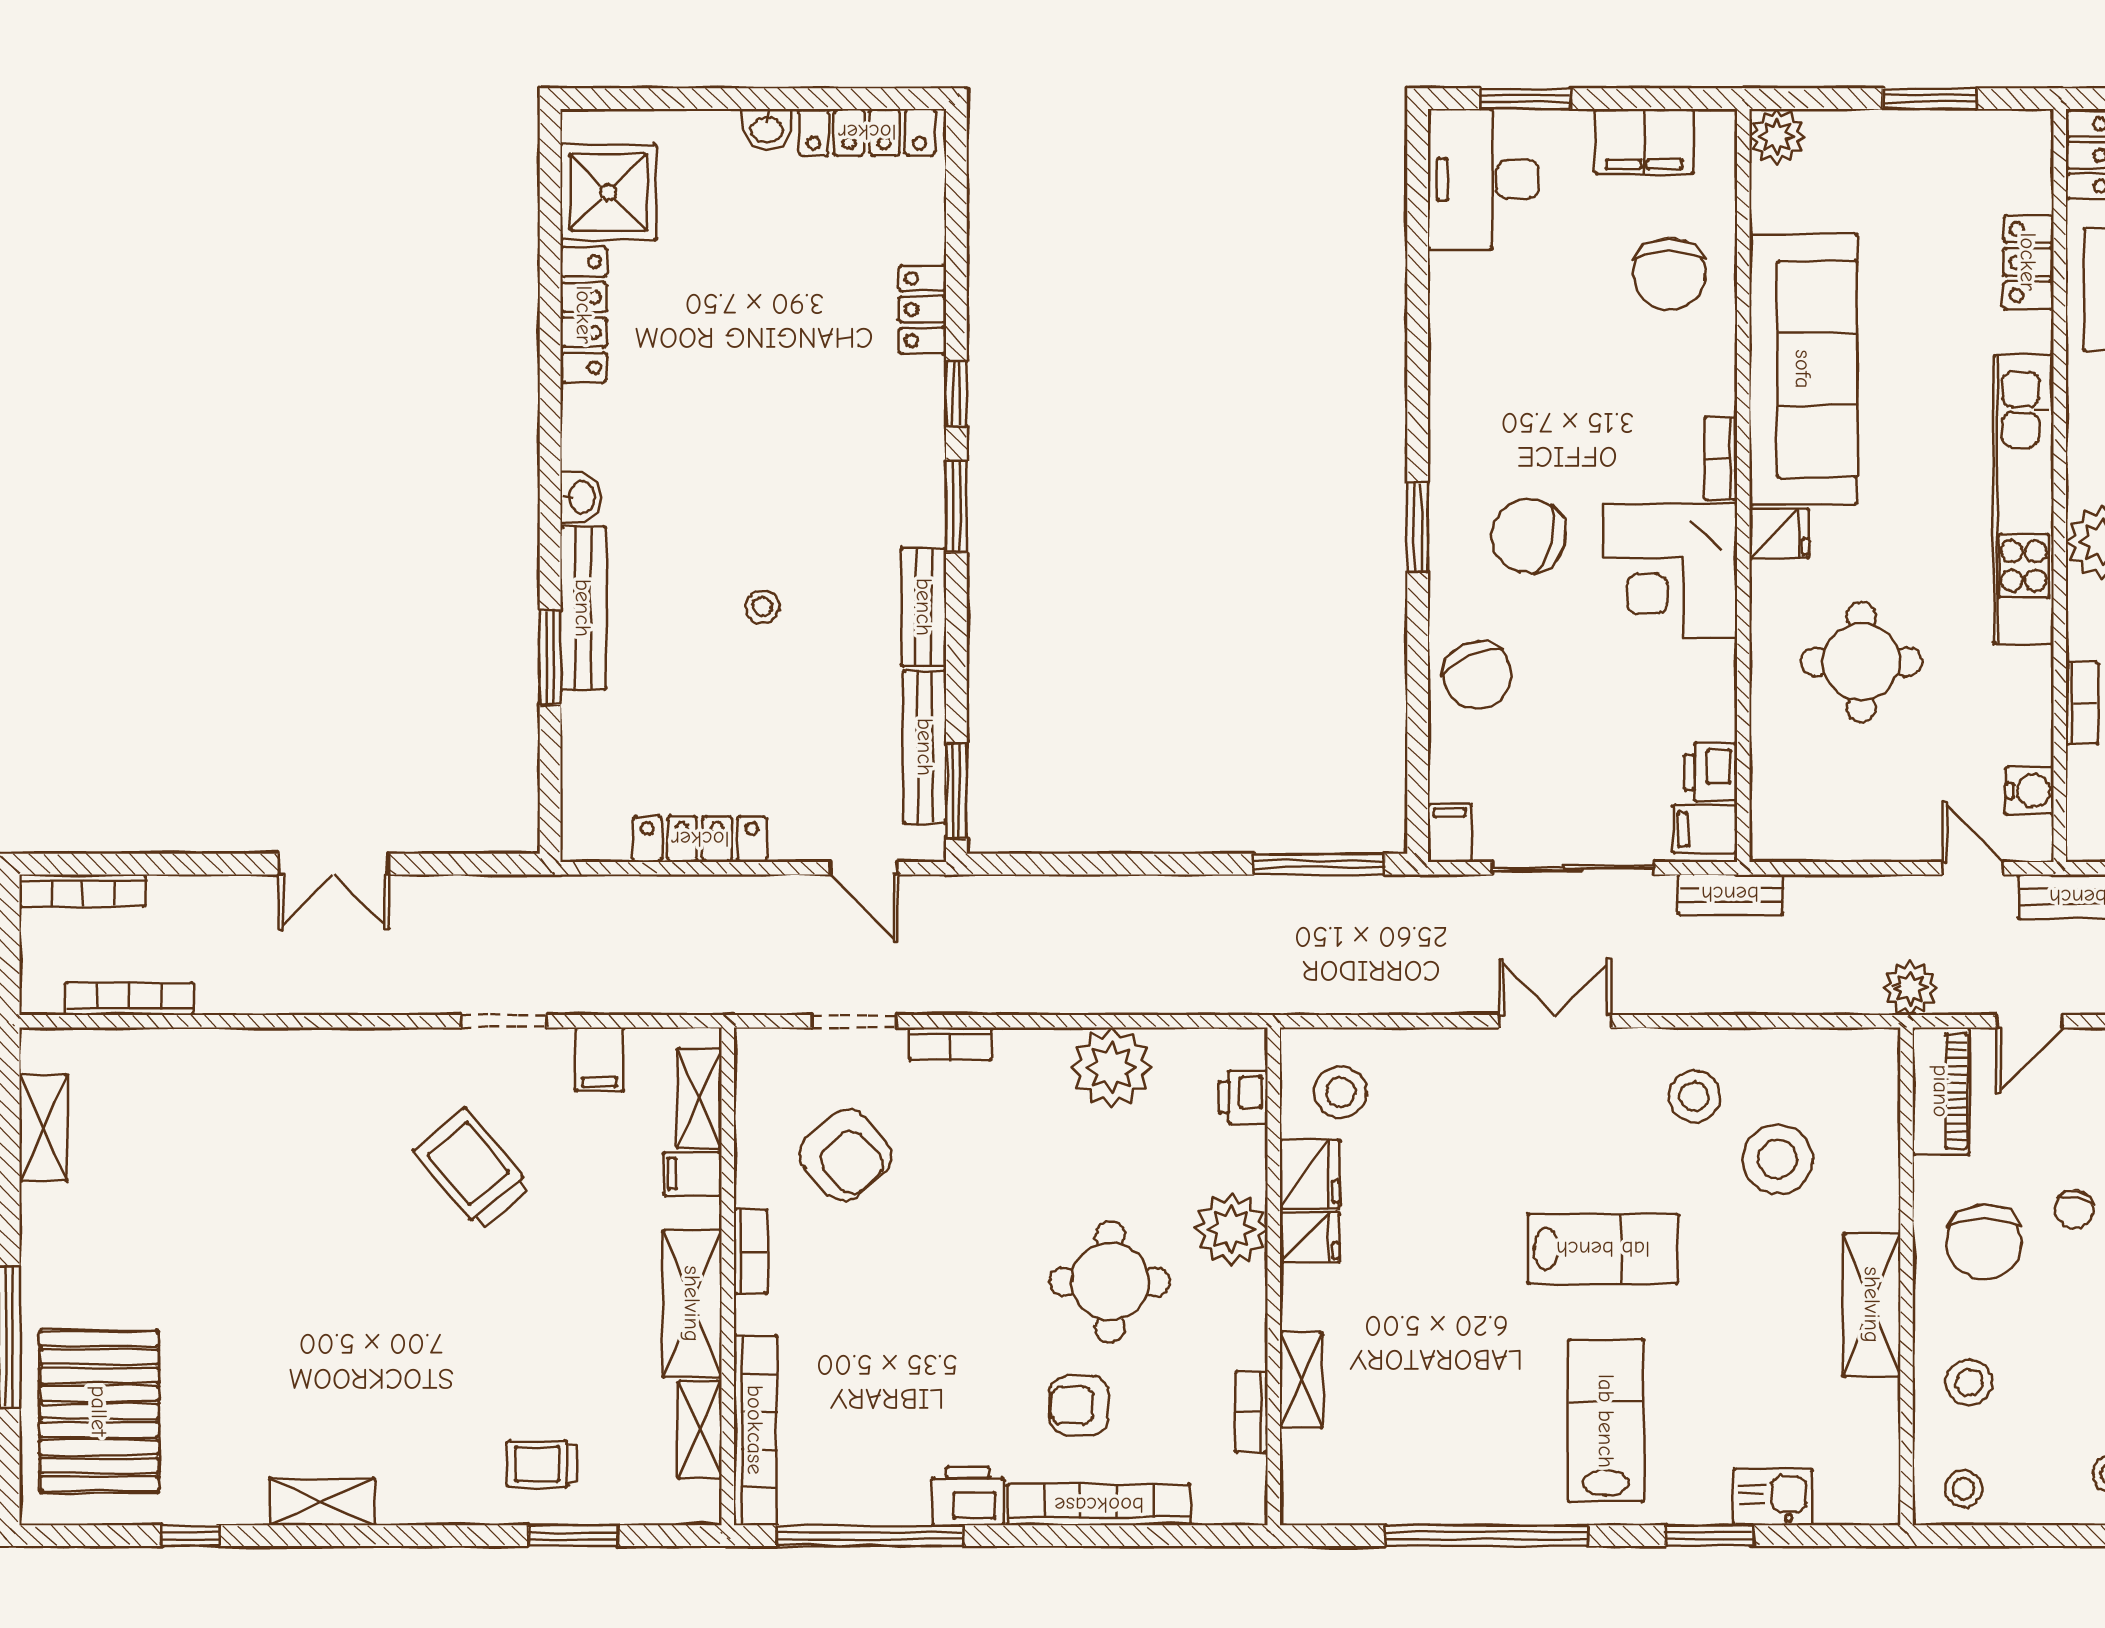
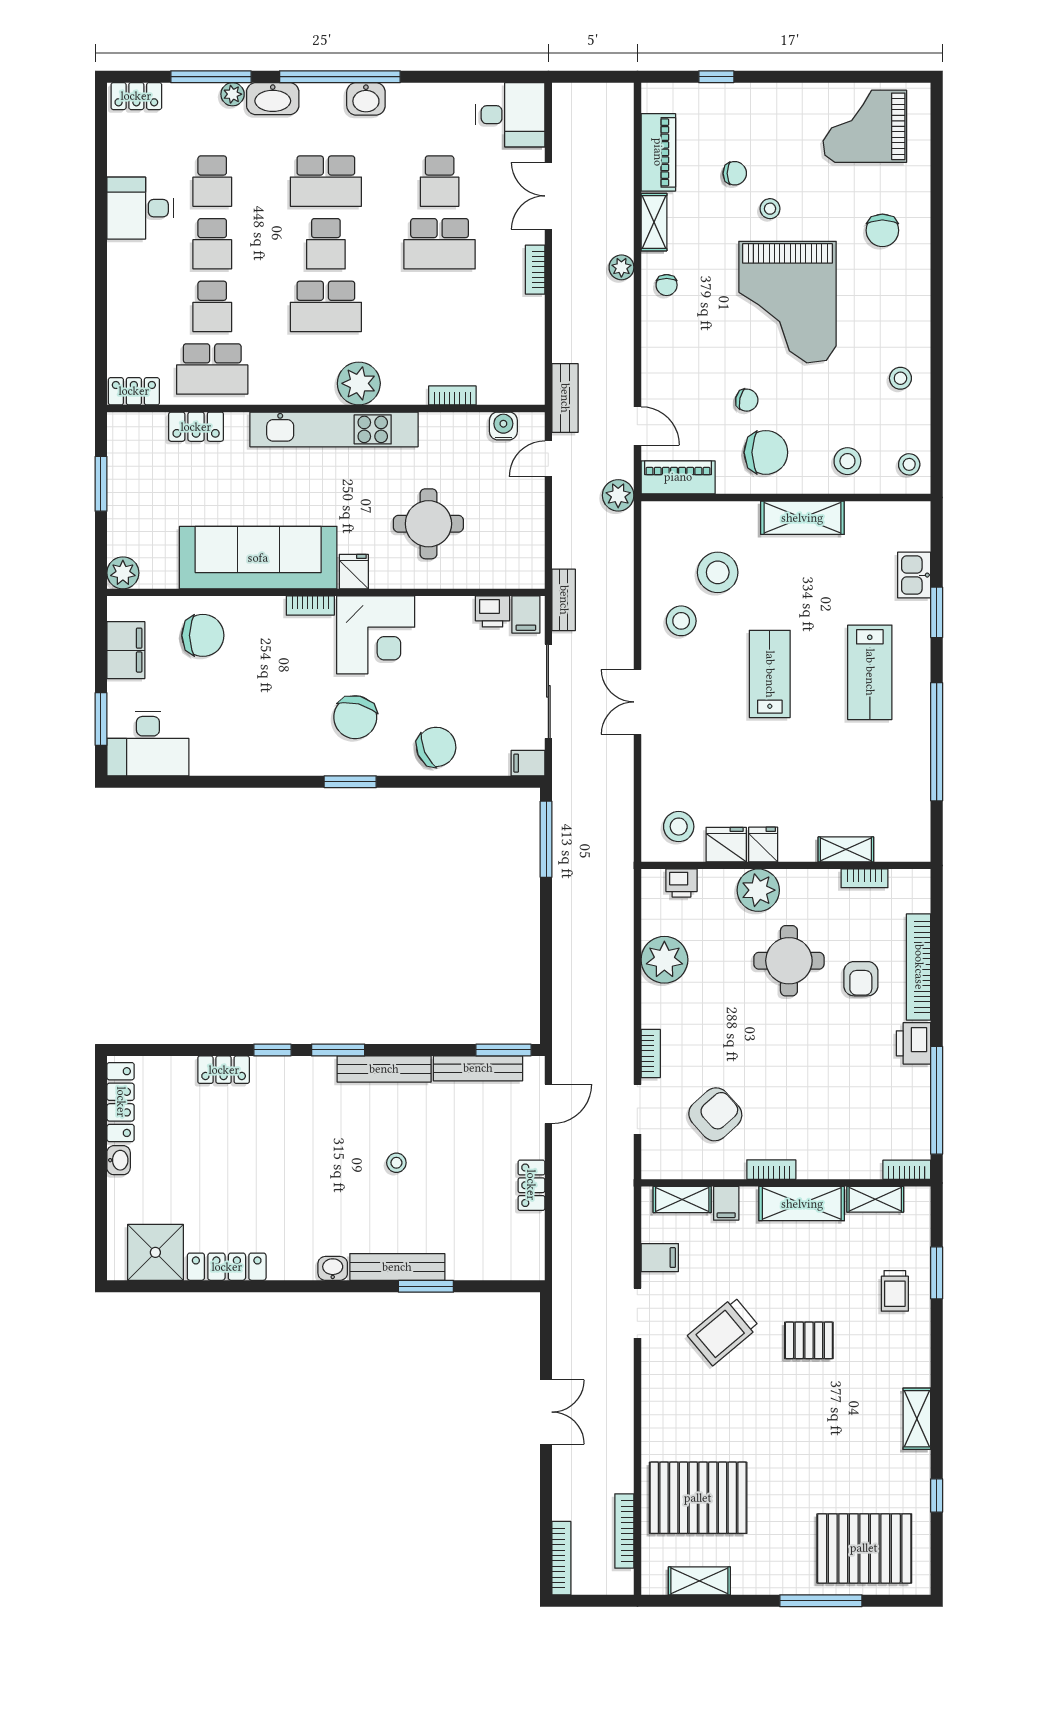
bench: (924, 607) -> (384, 1069), width x1.36
locker: (700, 839) -> (531, 1185), width x0.66
pallet: (186, 1126) -> (698, 1498), added
pallet: (457, 1316) -> (809, 1340), added
lab bench: (1606, 1421) -> (870, 672), turned -90
bookcase: (755, 1430) -> (907, 1170), width x0.43, depth x0.76

